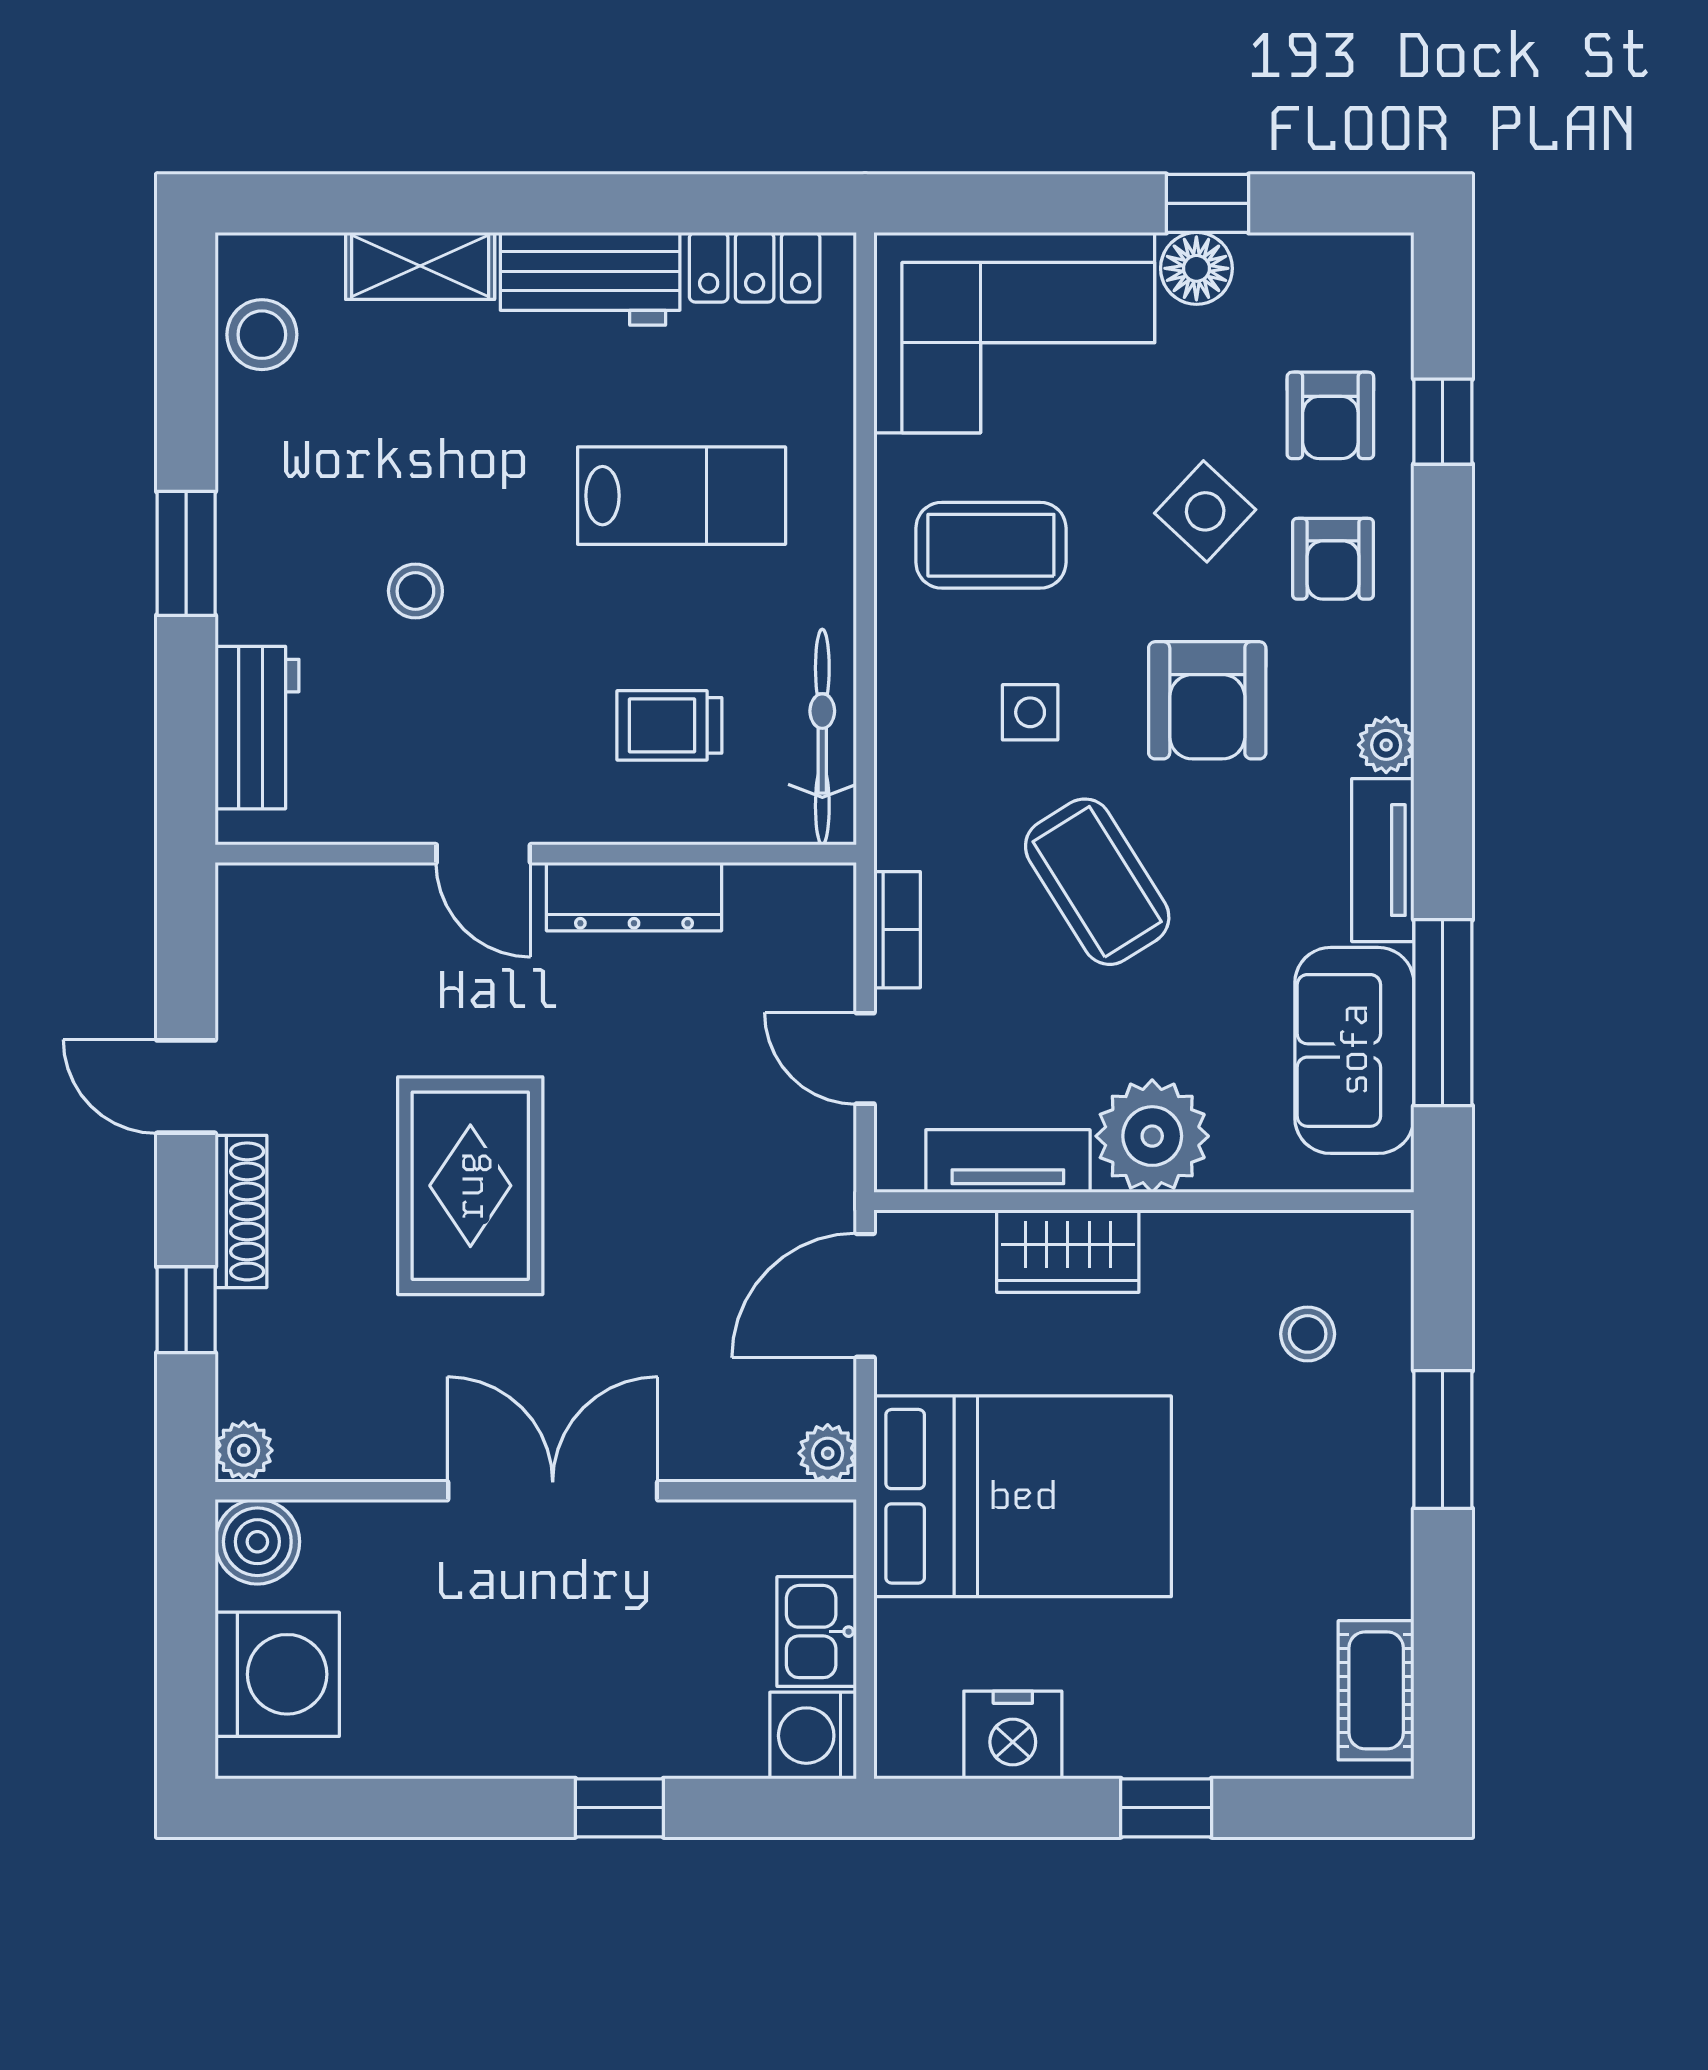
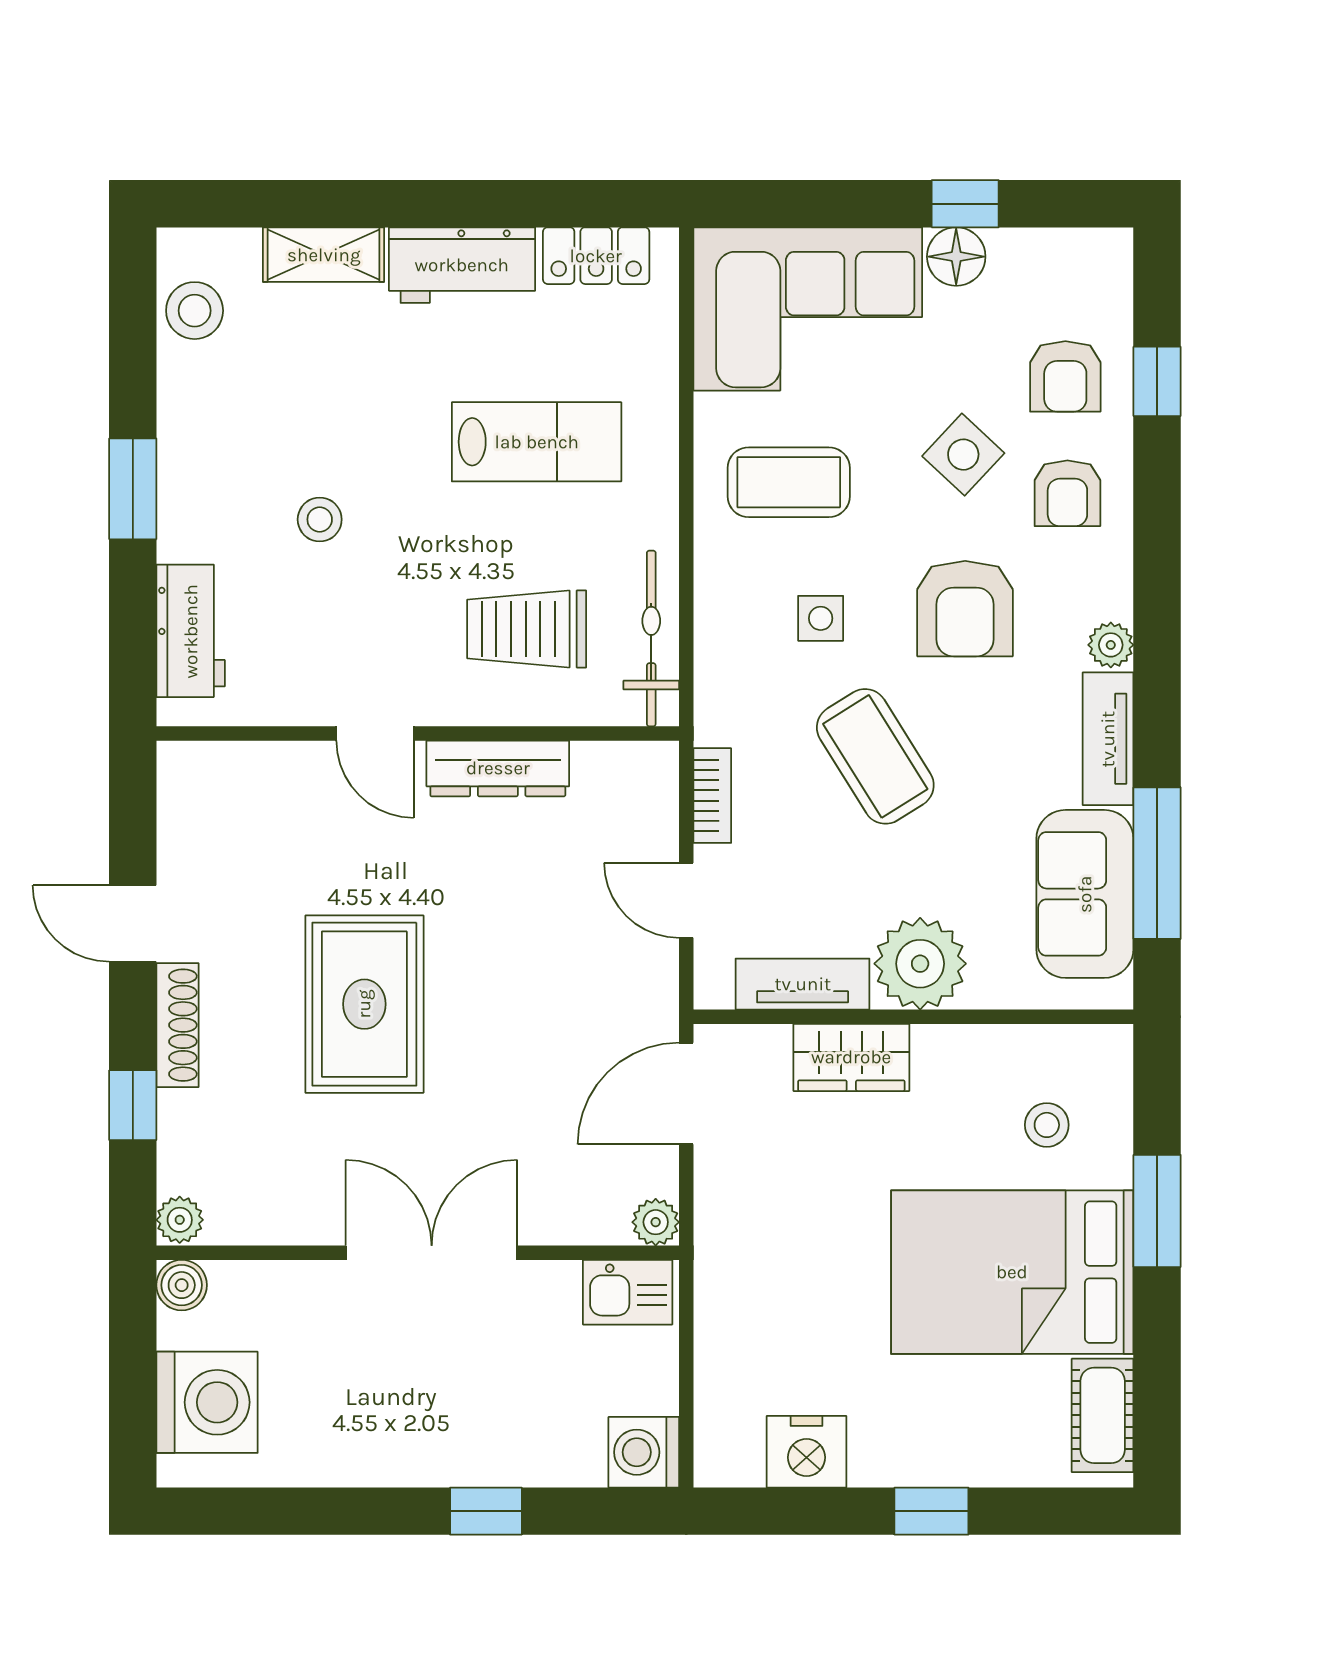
trolley: (669, 725) -> (527, 629), width x1.36, depth x1.39
bed: (1023, 1496) -> (1012, 1272), moved, turned 180
boiler: (257, 1542) -> (182, 1285), width x0.73, depth x0.73
kitchen sink: (817, 1632) -> (628, 1292), moved, turned -90

